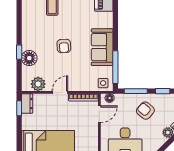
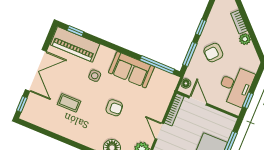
side table: (103, 83) -> (95, 76), moved

